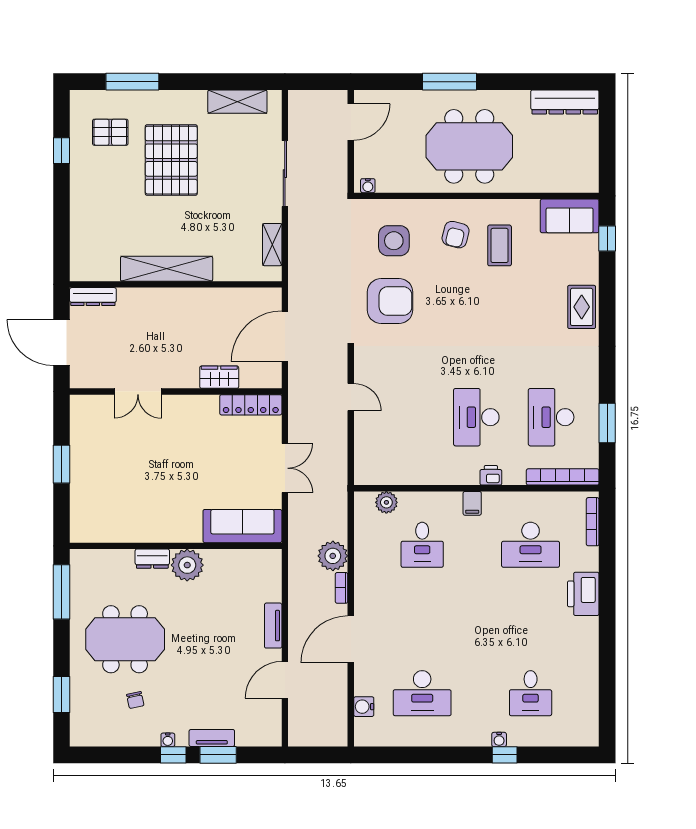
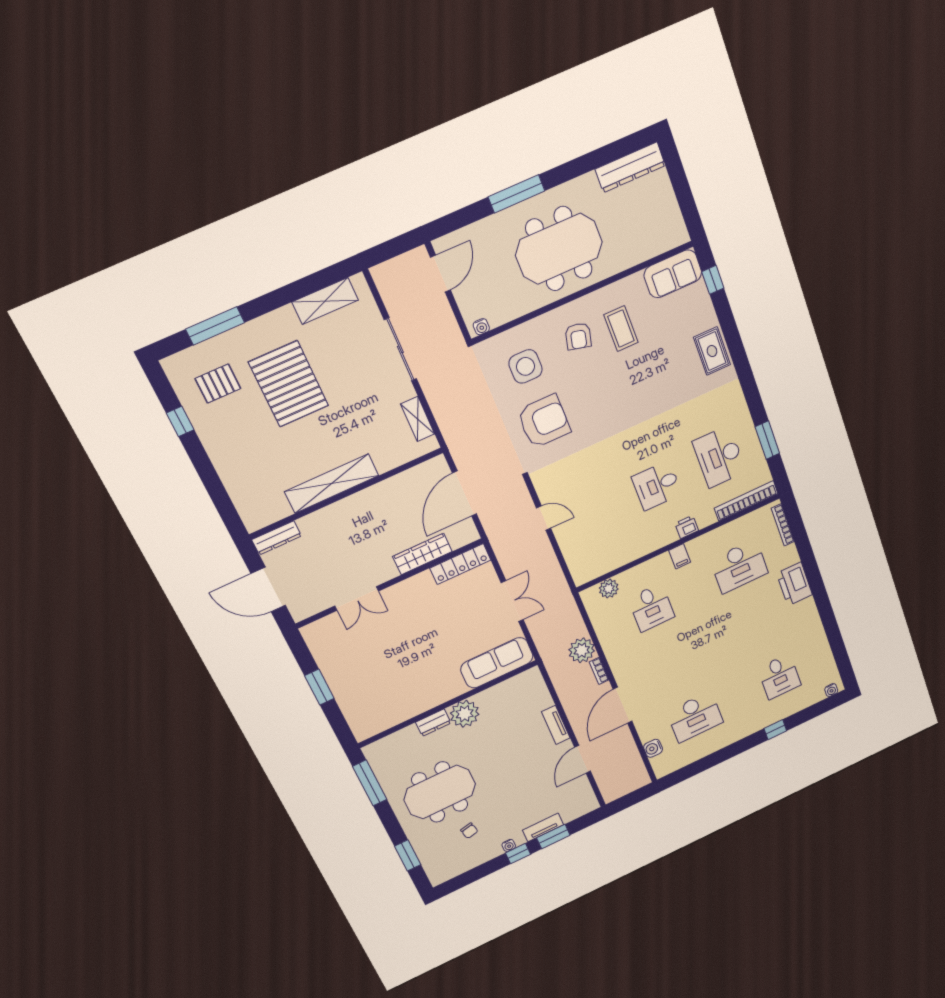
wardrobe: (219, 377) -> (422, 554), width x1.50
desk: (476, 417) -> (657, 486), width x0.73
water cooler: (499, 739) -> (831, 690), moved

